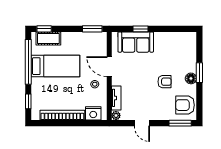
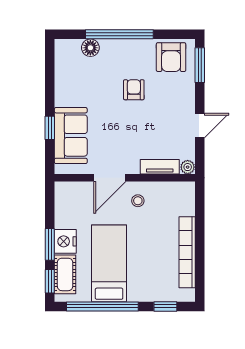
window: (92, 29) -> (50, 244), moved
window: (199, 73) -> (119, 34), width x2.11
floor lamp: (191, 78) -> (90, 48), moved
nightstand: (93, 113) -> (65, 241), moved, turned 180

